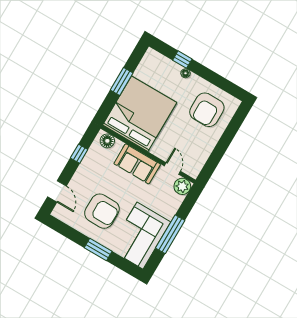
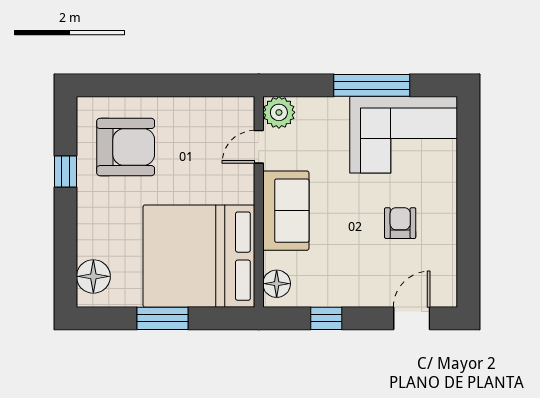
window: (182, 60) -> (66, 171), moved
floor lamp: (186, 73) -> (93, 276), moved, width x1.89, depth x1.89
armchair: (102, 211) -> (400, 223), width x0.53, depth x0.53
window: (98, 249) -> (468, 191), removed

